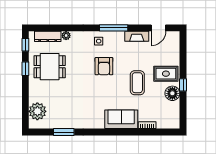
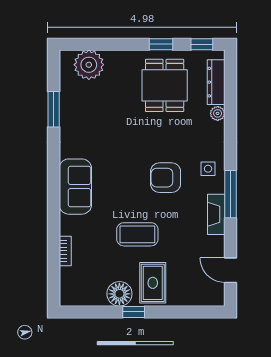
fireplace: (137, 36) -> (216, 214), moved
sofa: (121, 119) -> (75, 187), moved

